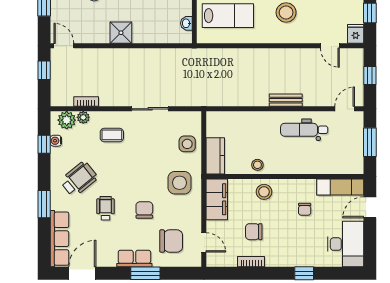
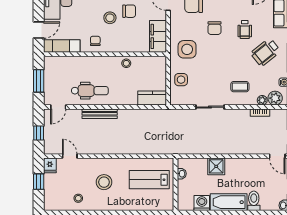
shower: (121, 33) -> (216, 166), moved
bench: (286, 100) -> (100, 114), width x1.36
kitchen counter: (215, 156) -> (152, 98), moved, turned 90
stool: (264, 192) -> (110, 18), moved
chair: (305, 209) -> (95, 41), moved

